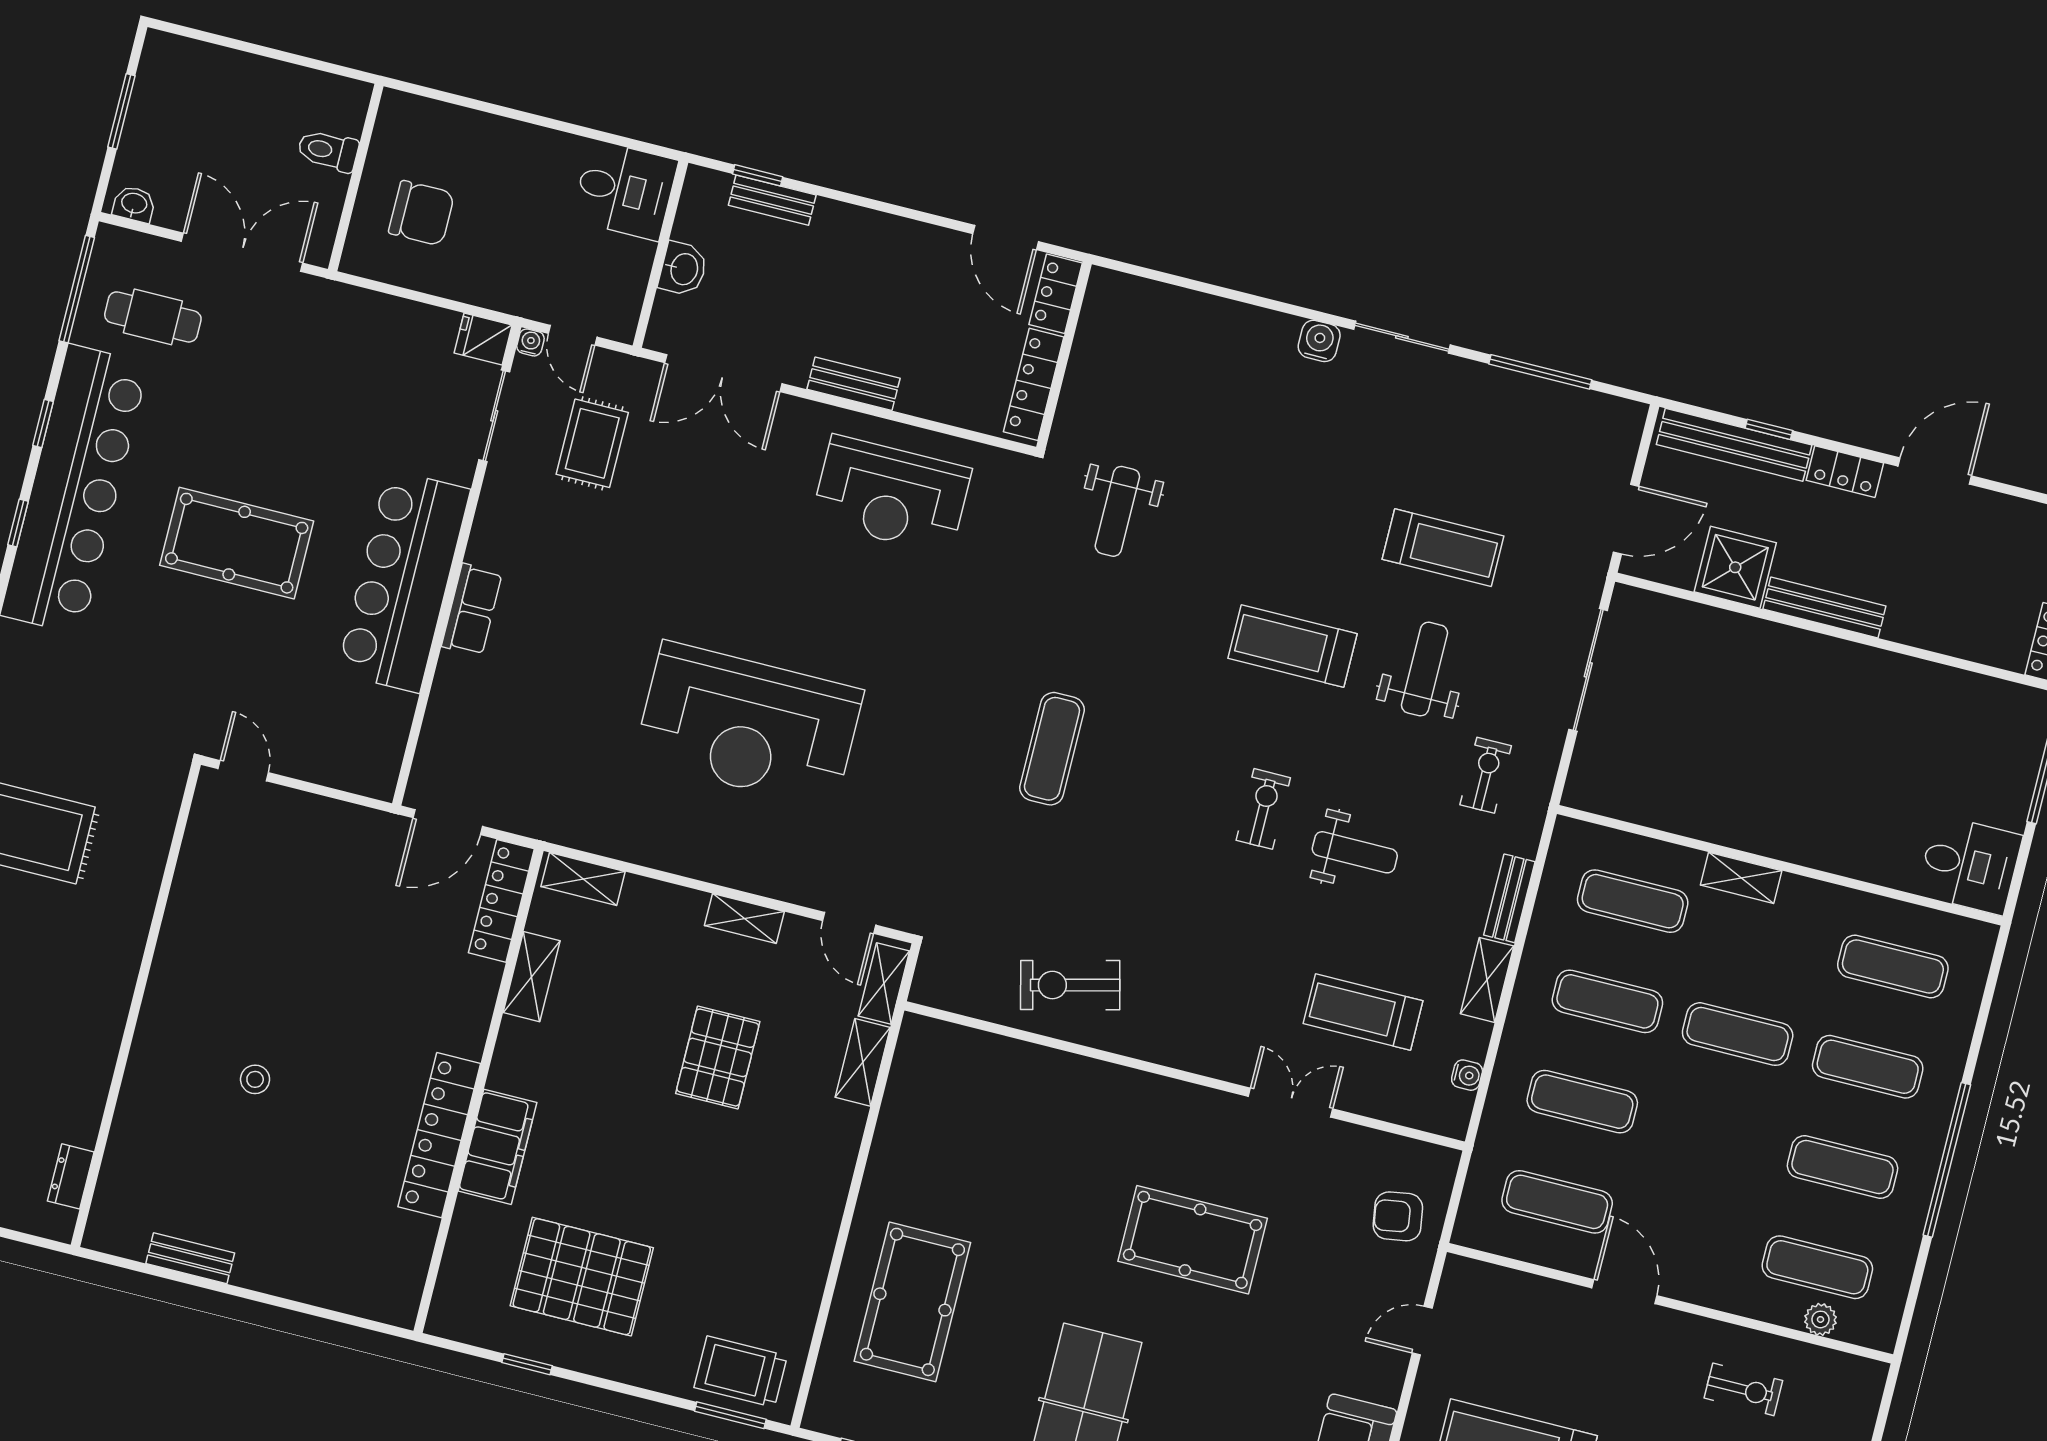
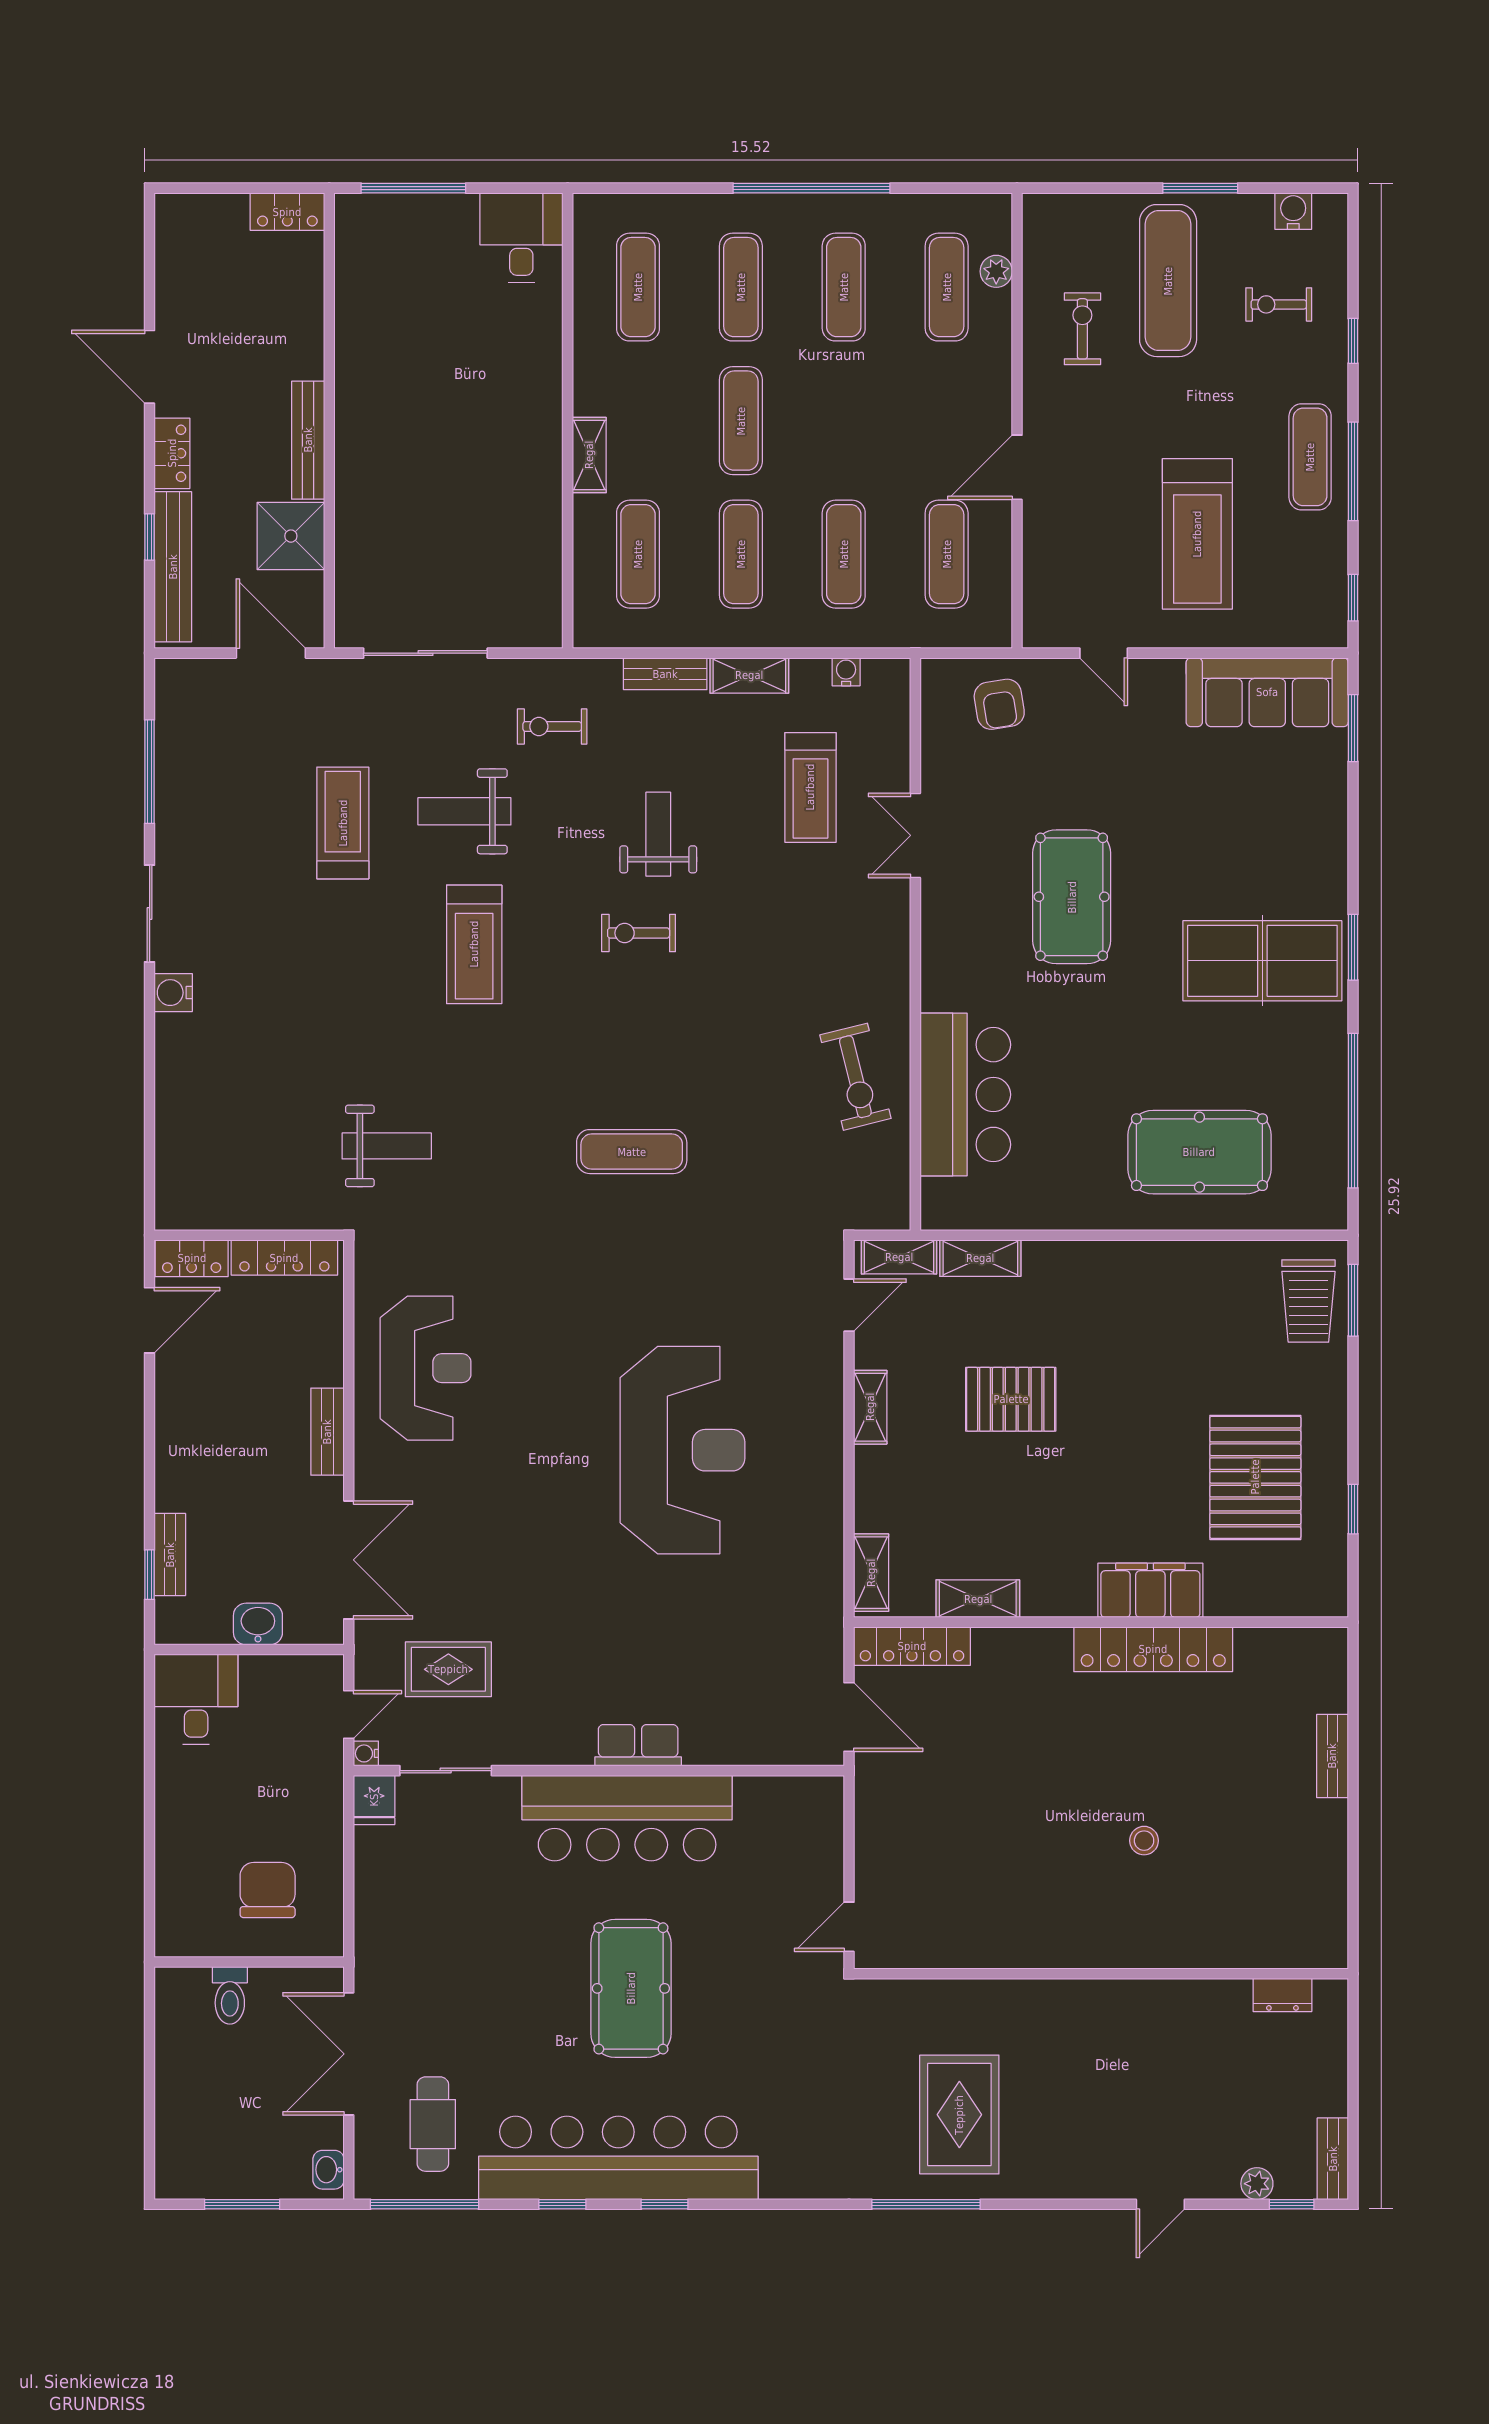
bar counter: (1026, 1088) -> (965, 1095), added
bench: (190, 1258) -> (1332, 1756), moved

